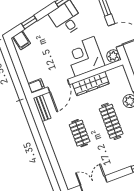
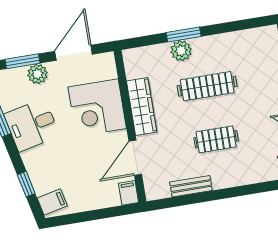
plant: (113, 56) -> (37, 74), moved
door: (59, 86) -> (135, 158), swing flipped
bench: (42, 108) -> (191, 186), moved

